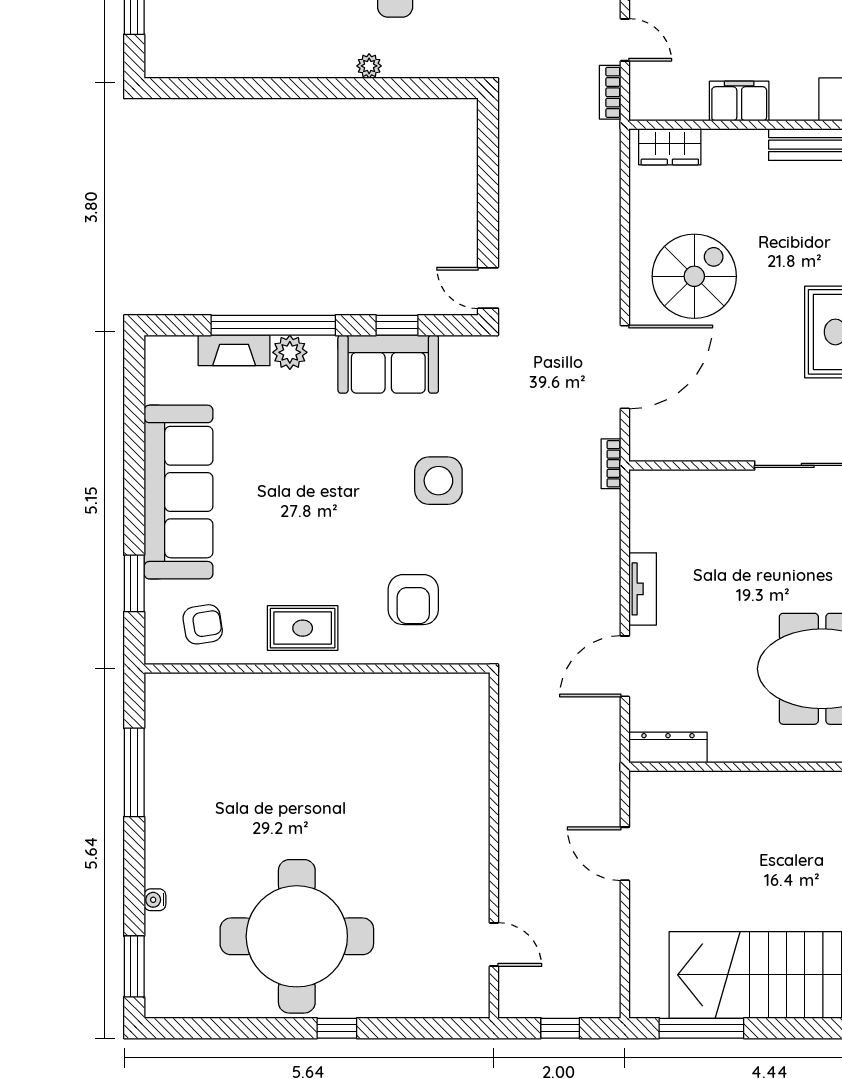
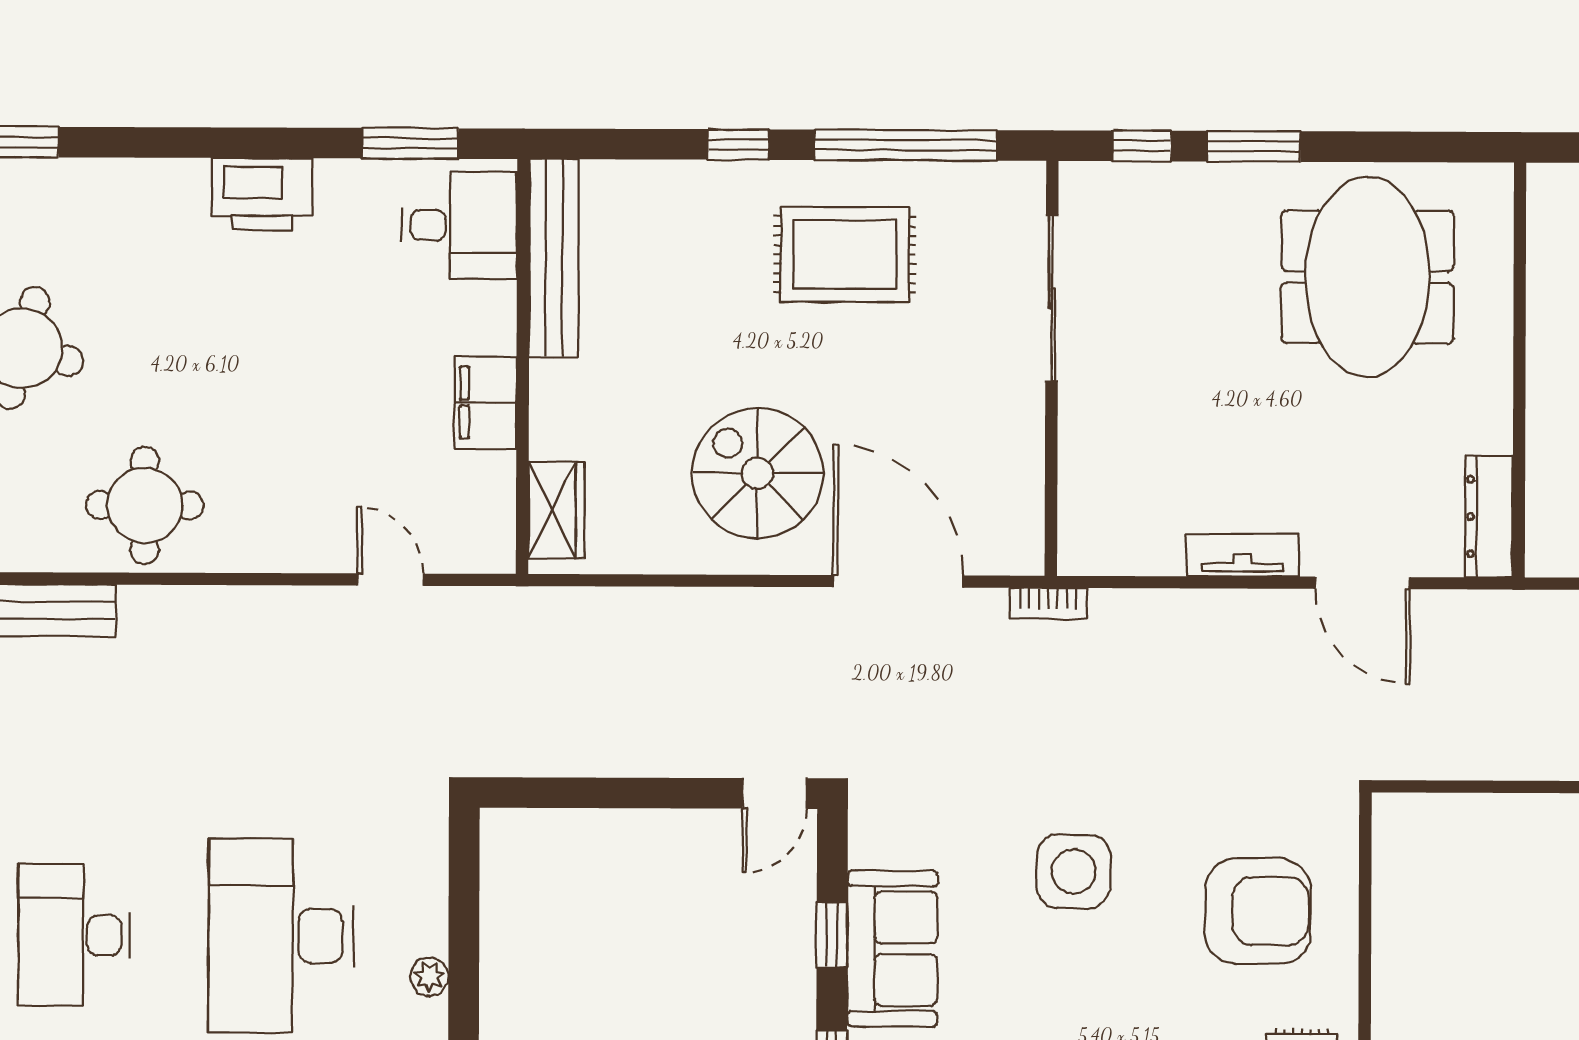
door: (625, 40) -> (390, 580), hinge flipped
bookcase: (610, 92) -> (472, 603), removed
armchair: (413, 600) -> (1258, 911), width x1.36, depth x1.36

